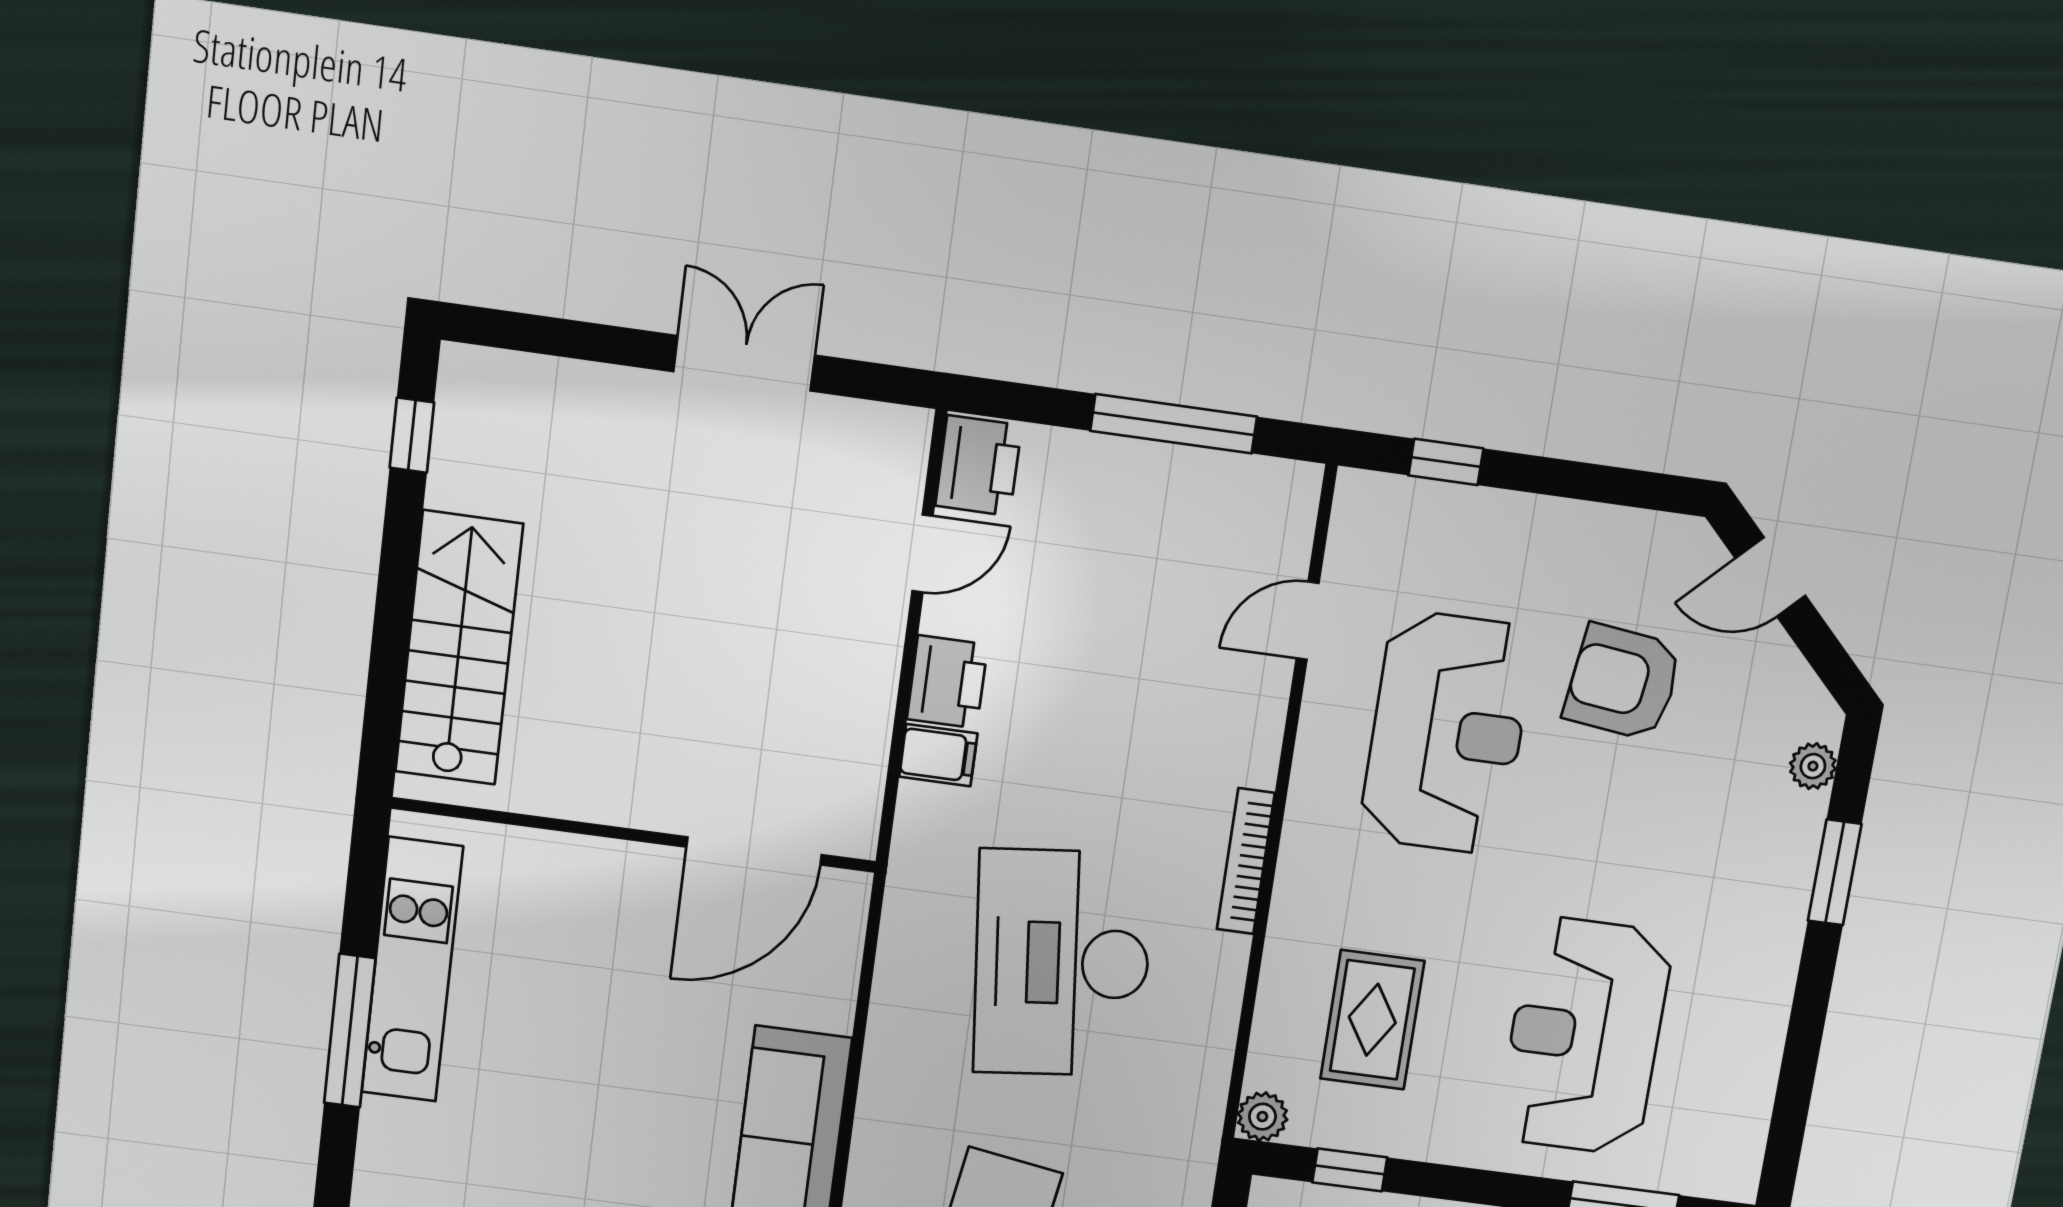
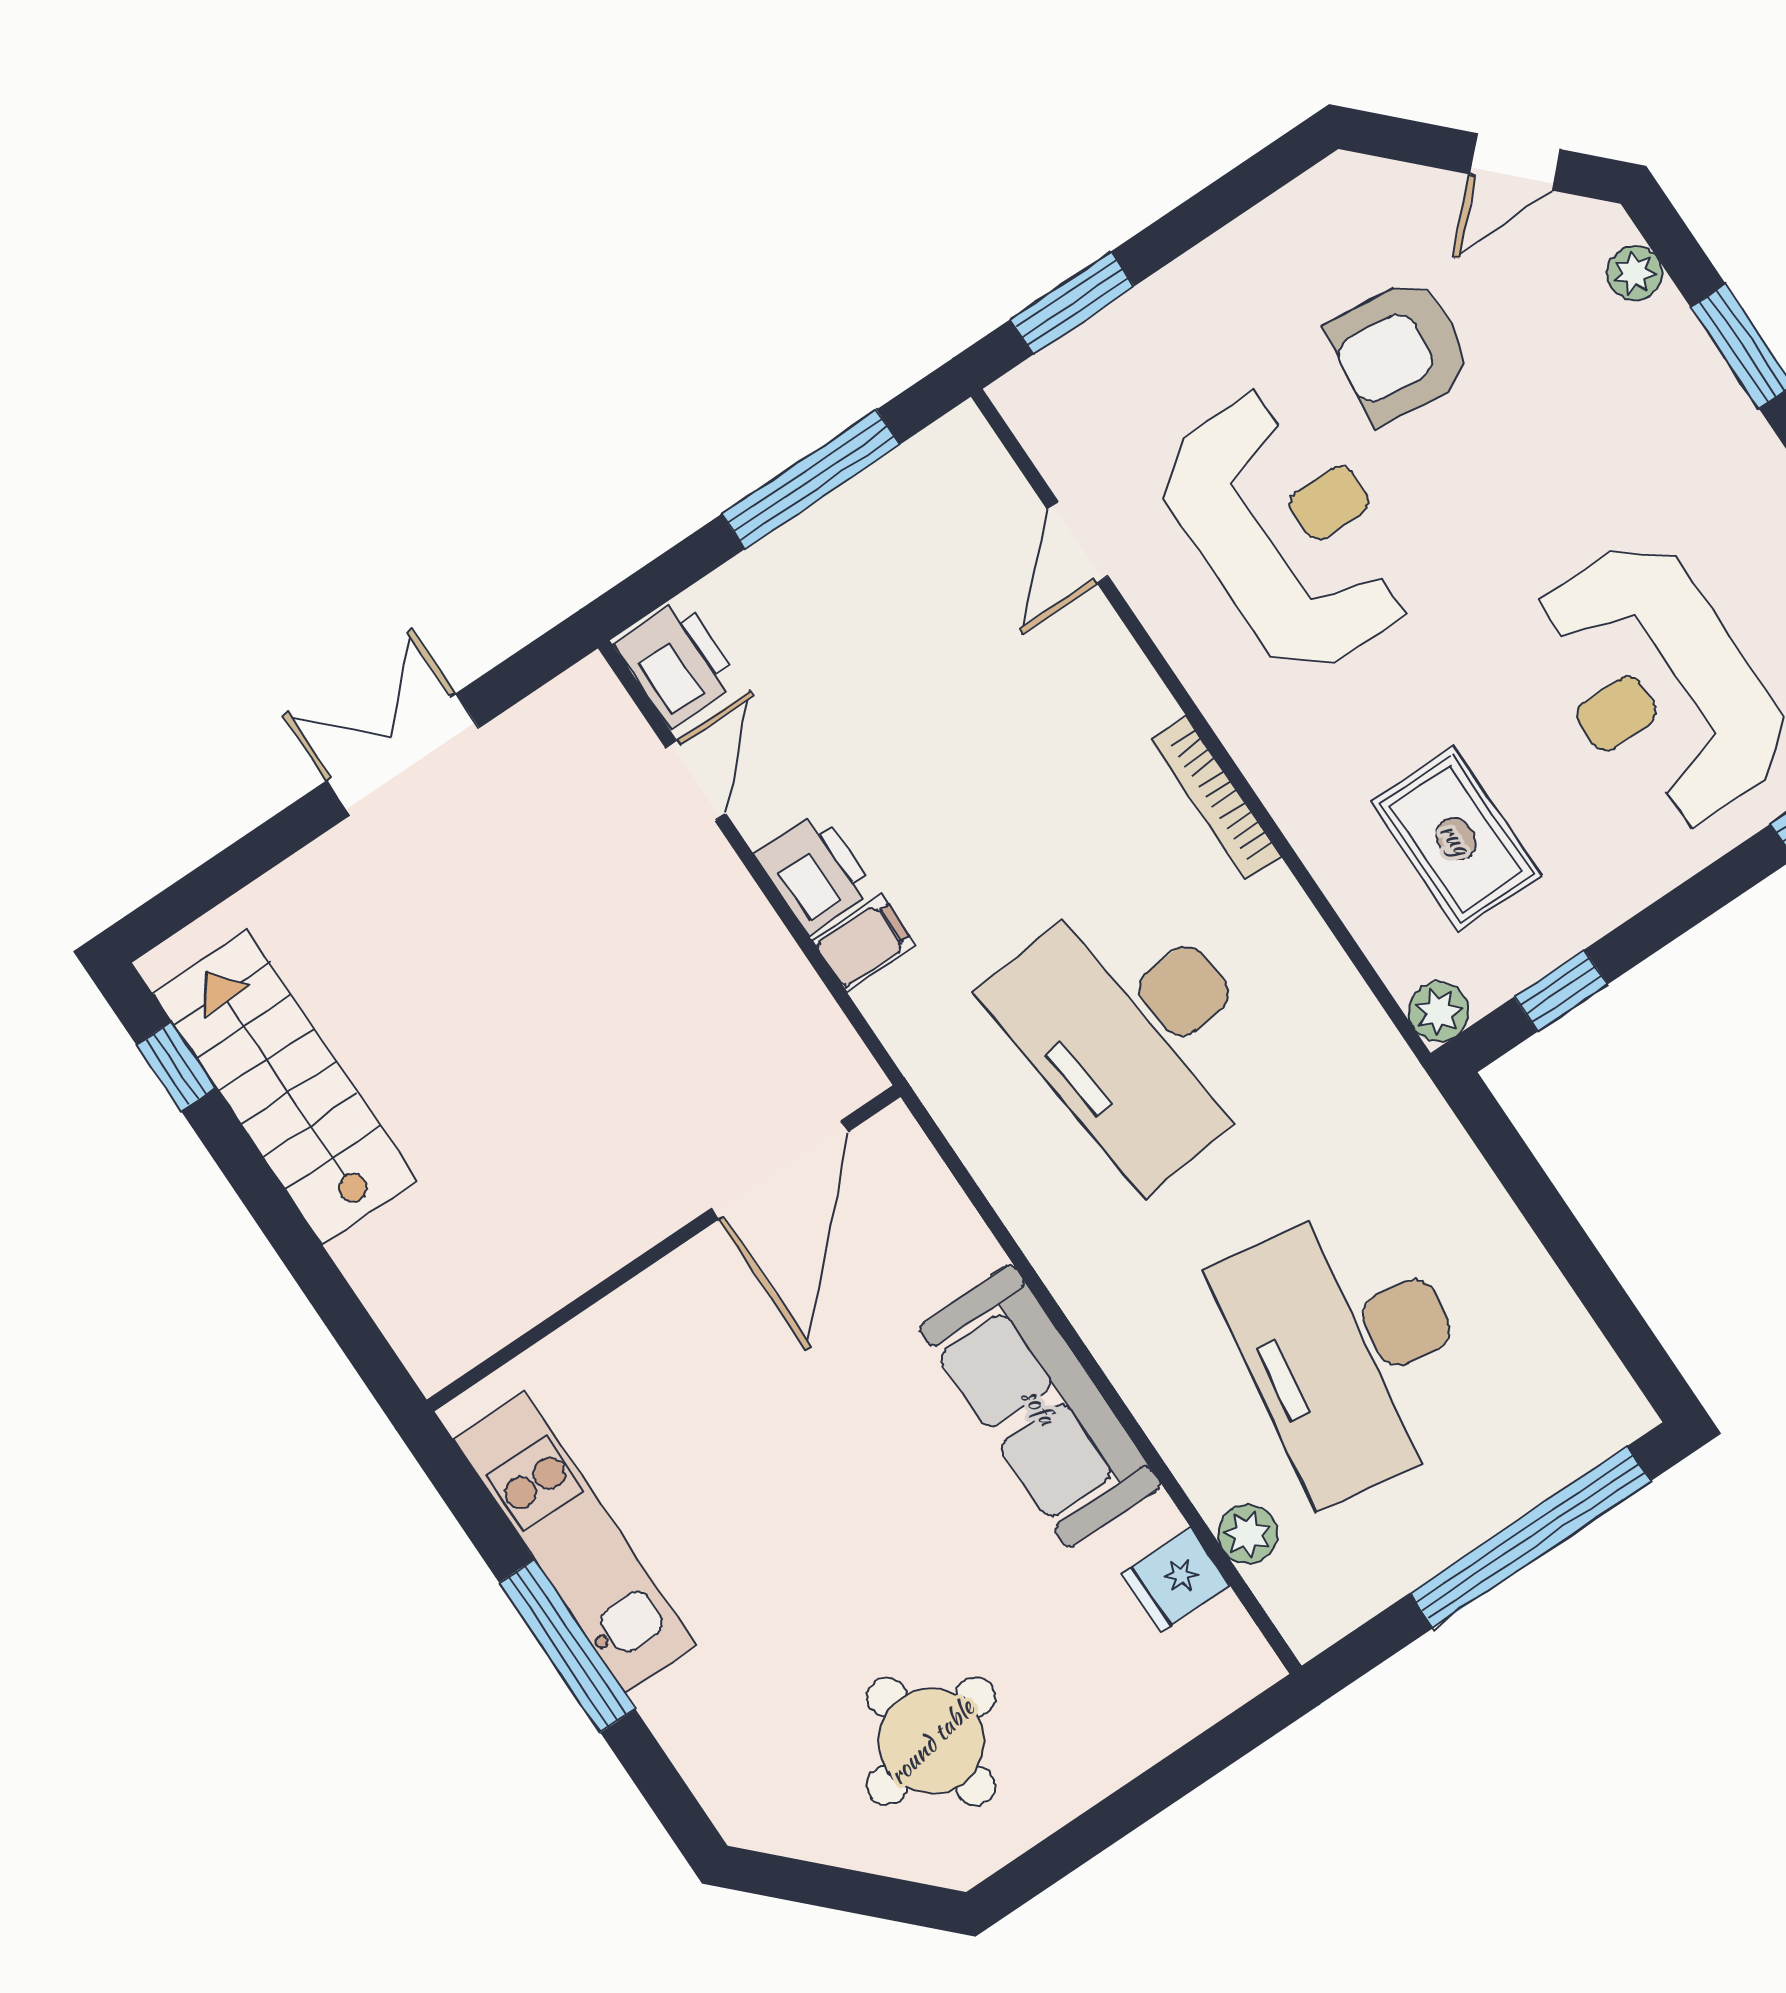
window: (1446, 462) -> (1072, 303), width x1.50
door: (1770, 577) -> (1515, 162), moved
stairs: (459, 648) -> (285, 1087), moved

